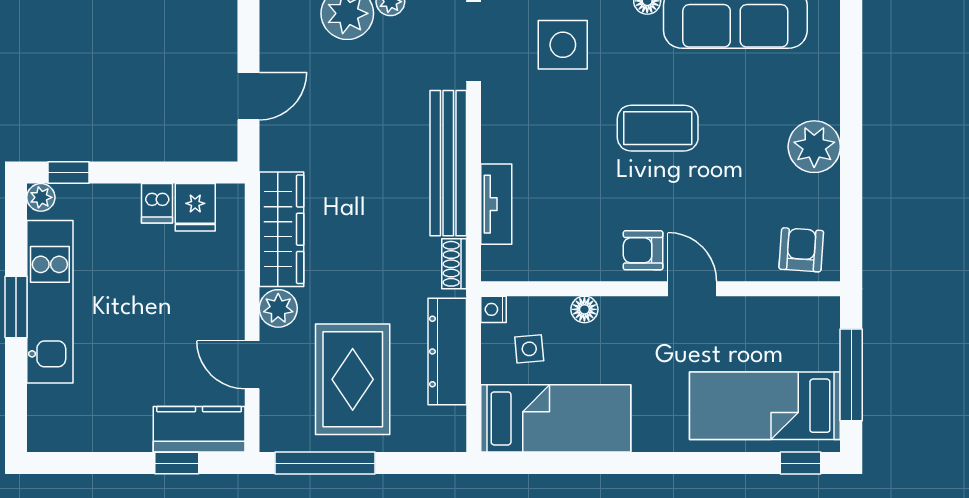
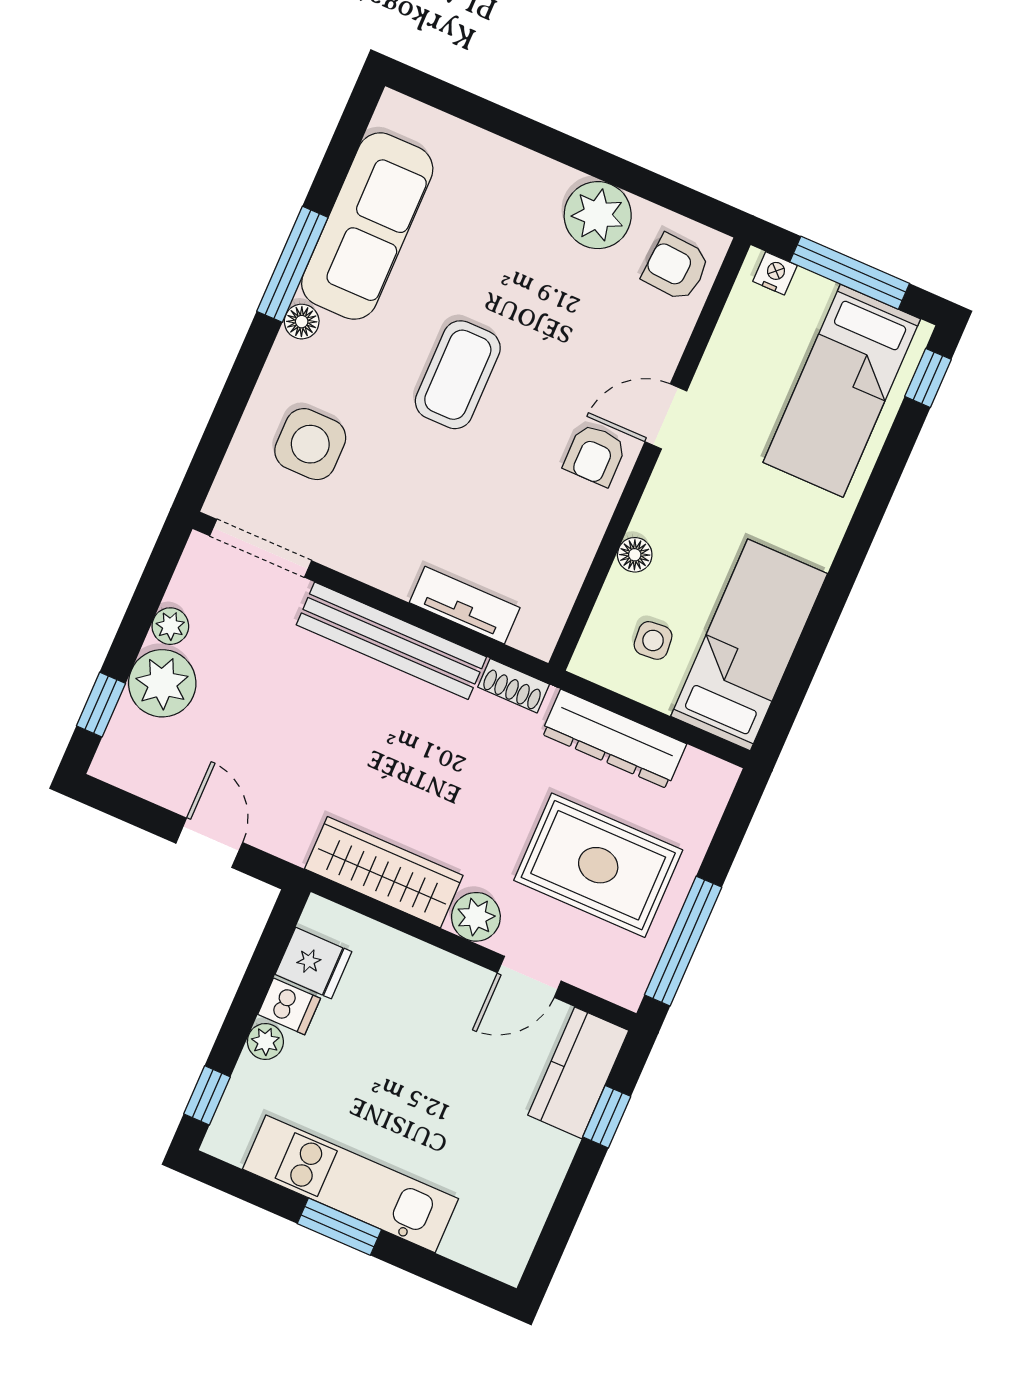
plant: (814, 147) -> (598, 215), moved
plant: (41, 197) -> (265, 1041), moved
nightstand: (493, 309) -> (775, 273), moved, turned 180

